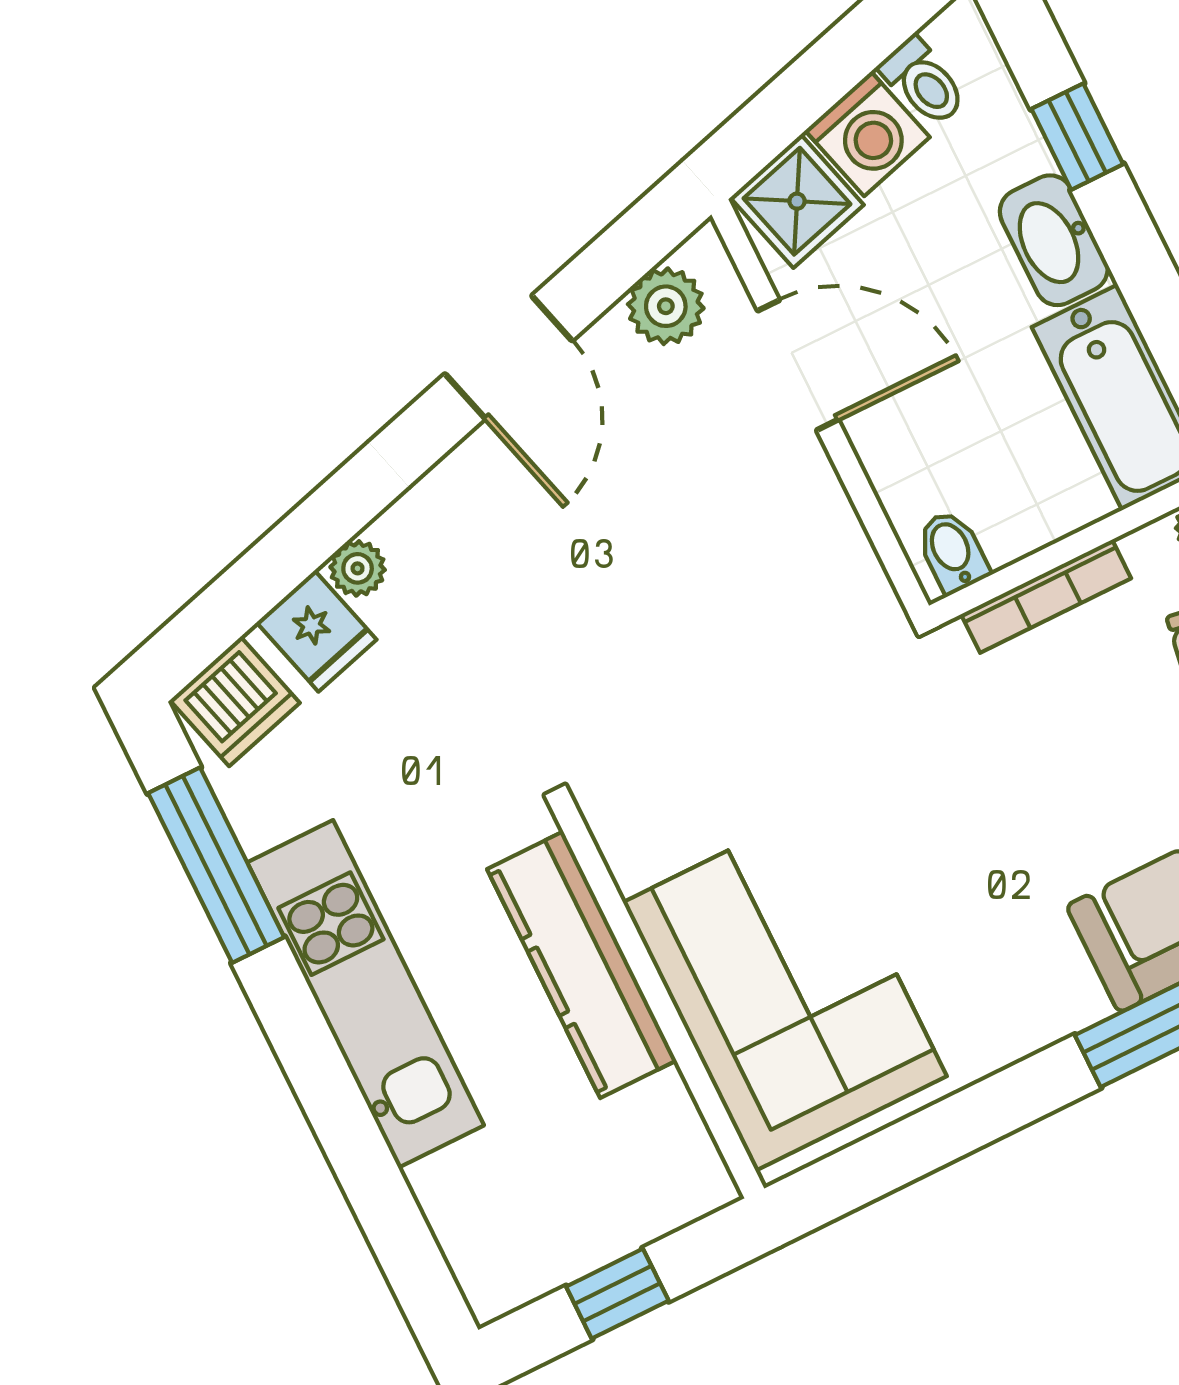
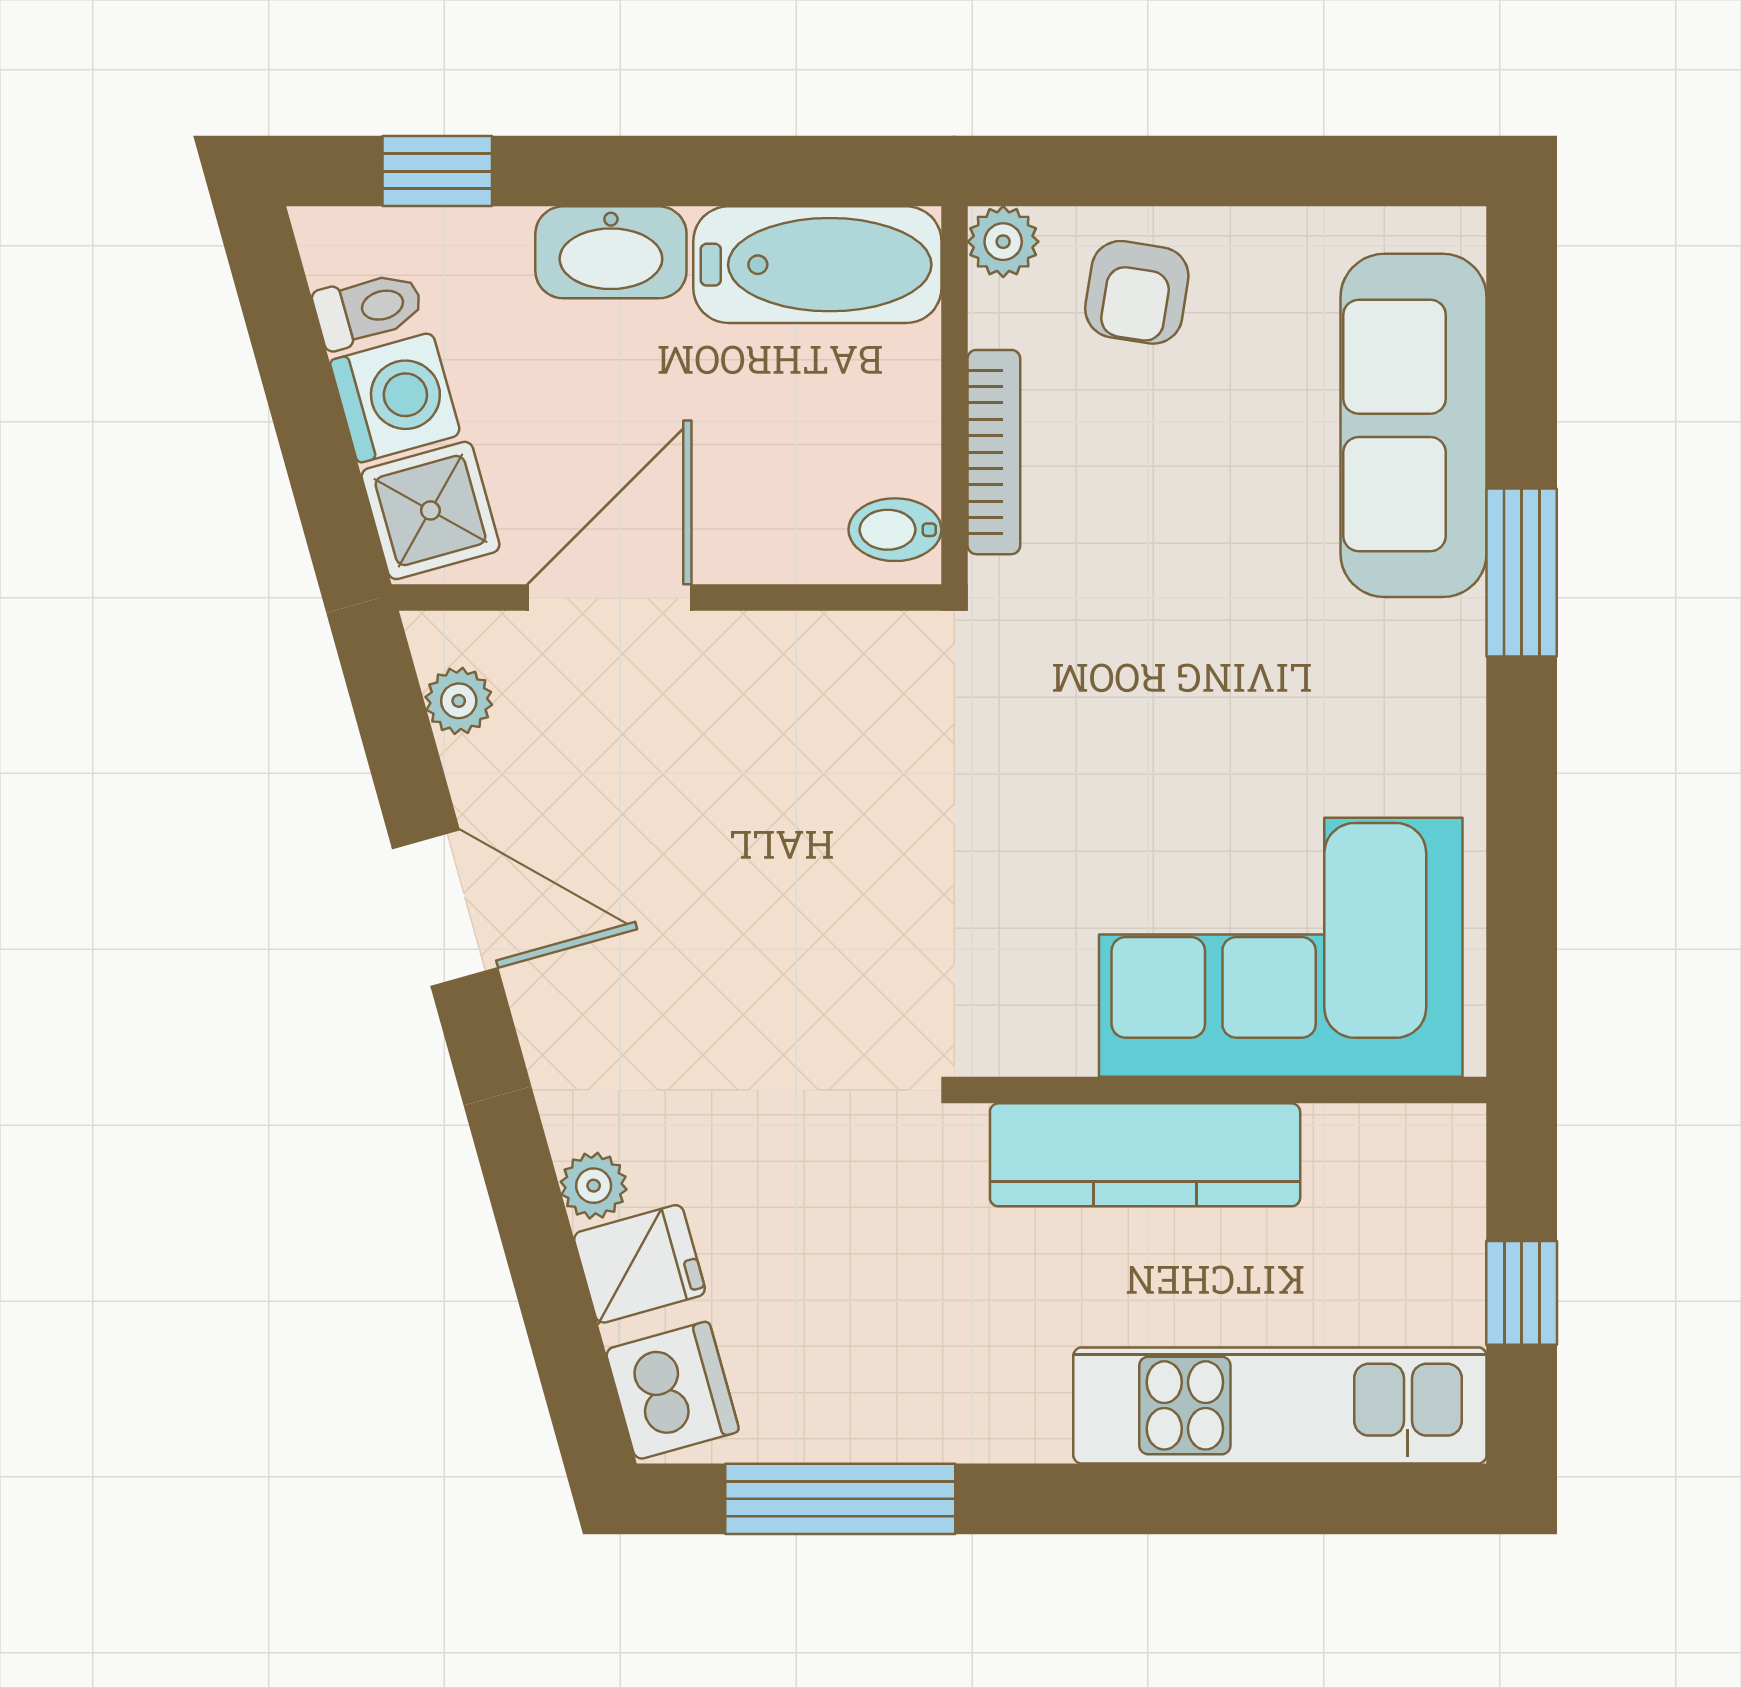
window: (1077, 137) -> (437, 171), moved
plant: (666, 306) -> (459, 701), width x0.73, depth x0.73
kitchen unit: (366, 994) -> (1280, 1405), moved

